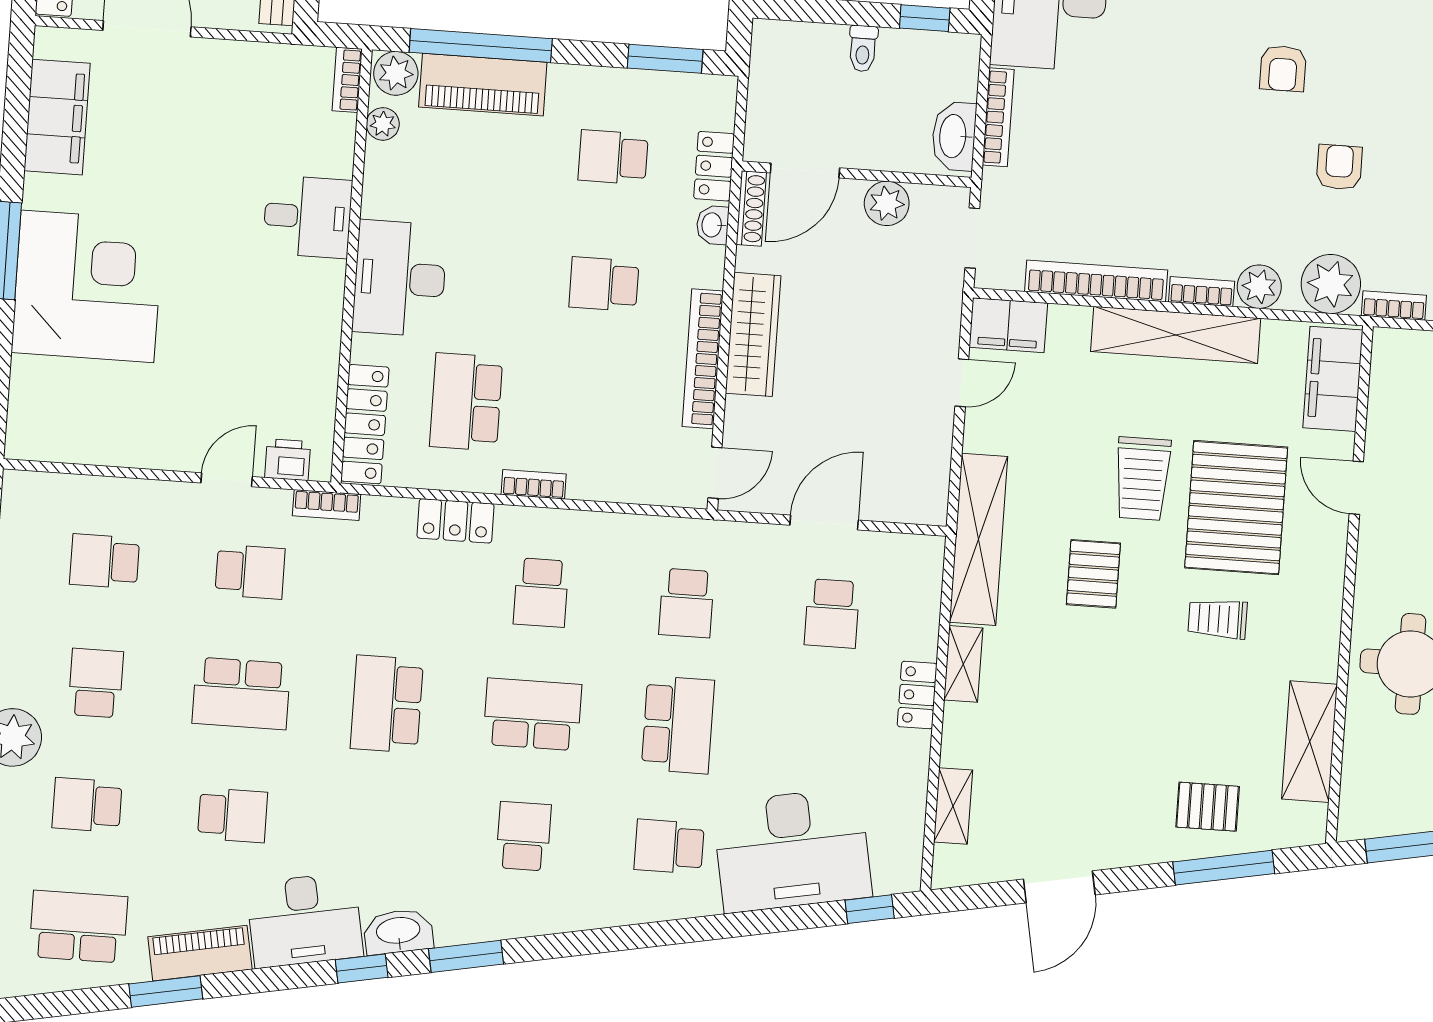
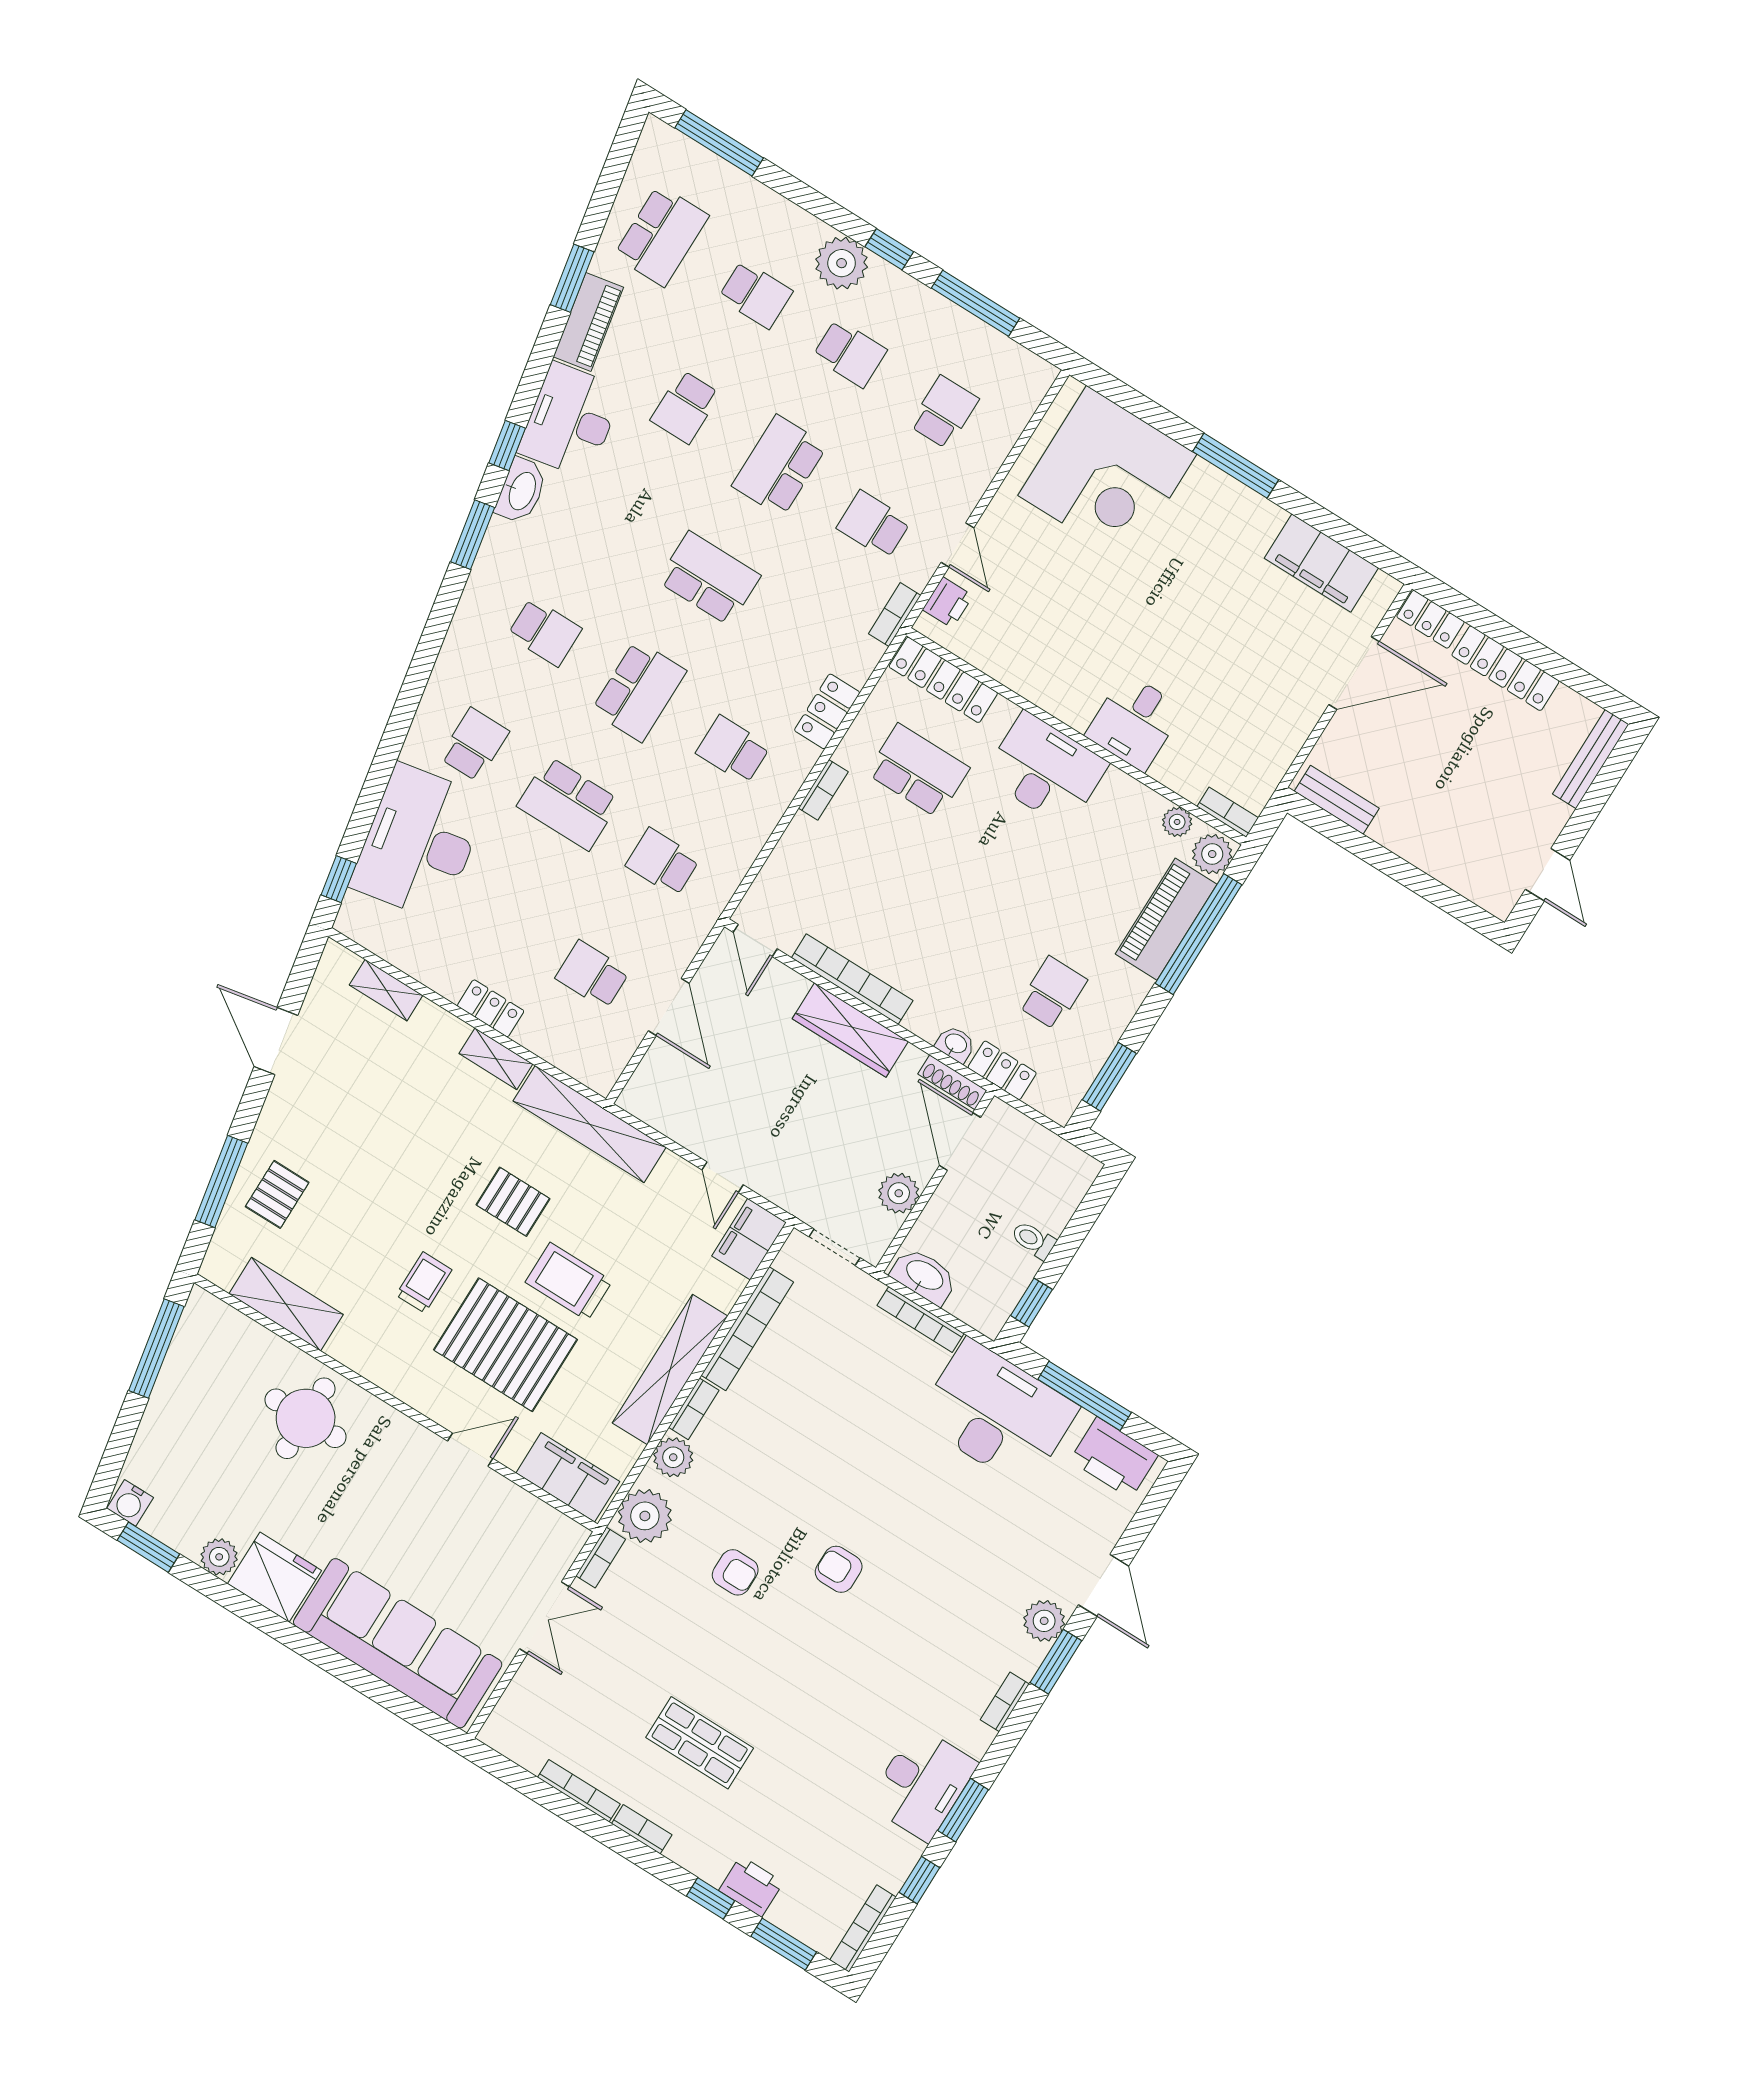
school desk: (604, 284) -> (954, 932), removed
corner desk: (87, 286) -> (1107, 475), moved
school desk: (250, 572) -> (874, 525), turned 90
school desk: (87, 805) -> (756, 294), turned 90

